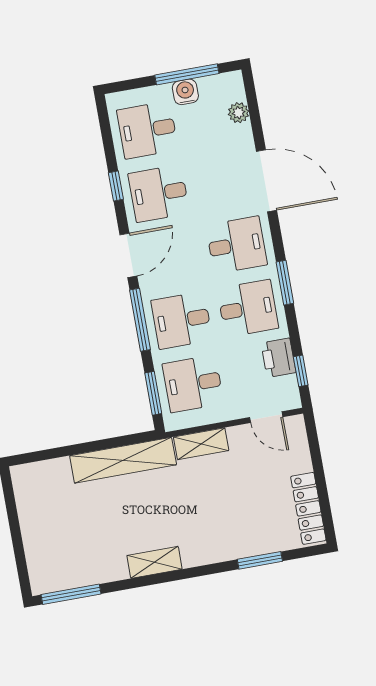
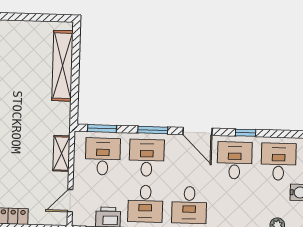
window: (140, 320) -> (153, 130), width x0.69
shelving: (123, 460) -> (62, 66), moved

